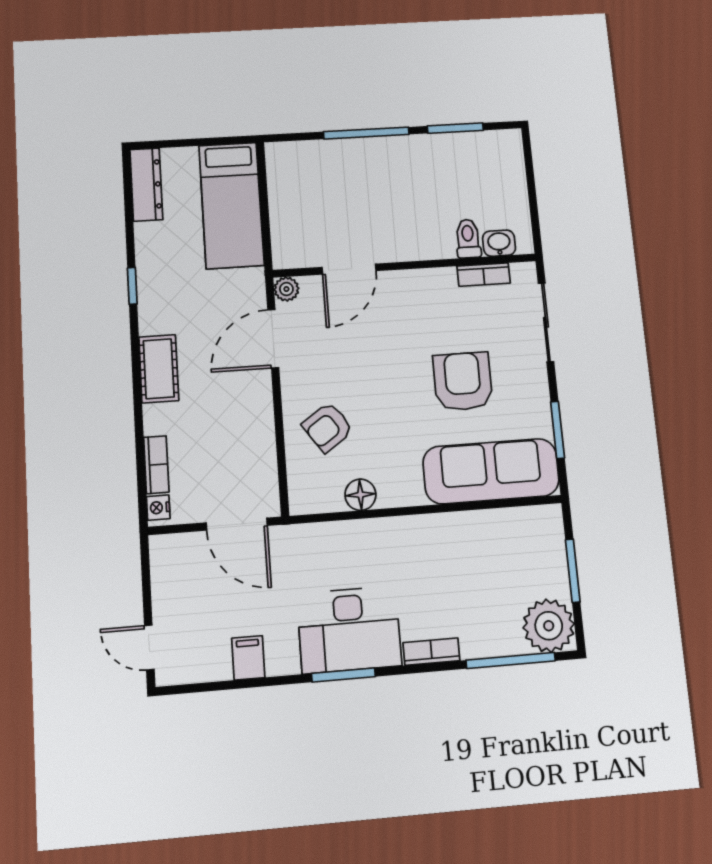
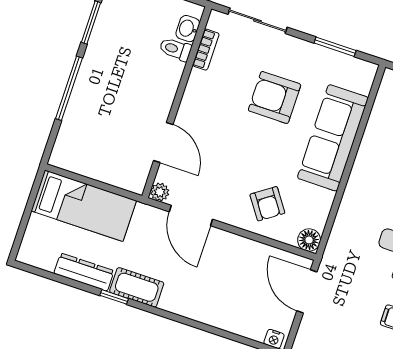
dresser: (146, 184) -> (84, 272), moved
cot: (159, 369) -> (137, 287), moved
bookcase: (156, 465) -> (245, 329), removed
sofa: (491, 471) -> (333, 138), moved
floor lamp: (360, 495) -> (309, 240), moved
door: (237, 524) -> (307, 291), swing flipped

